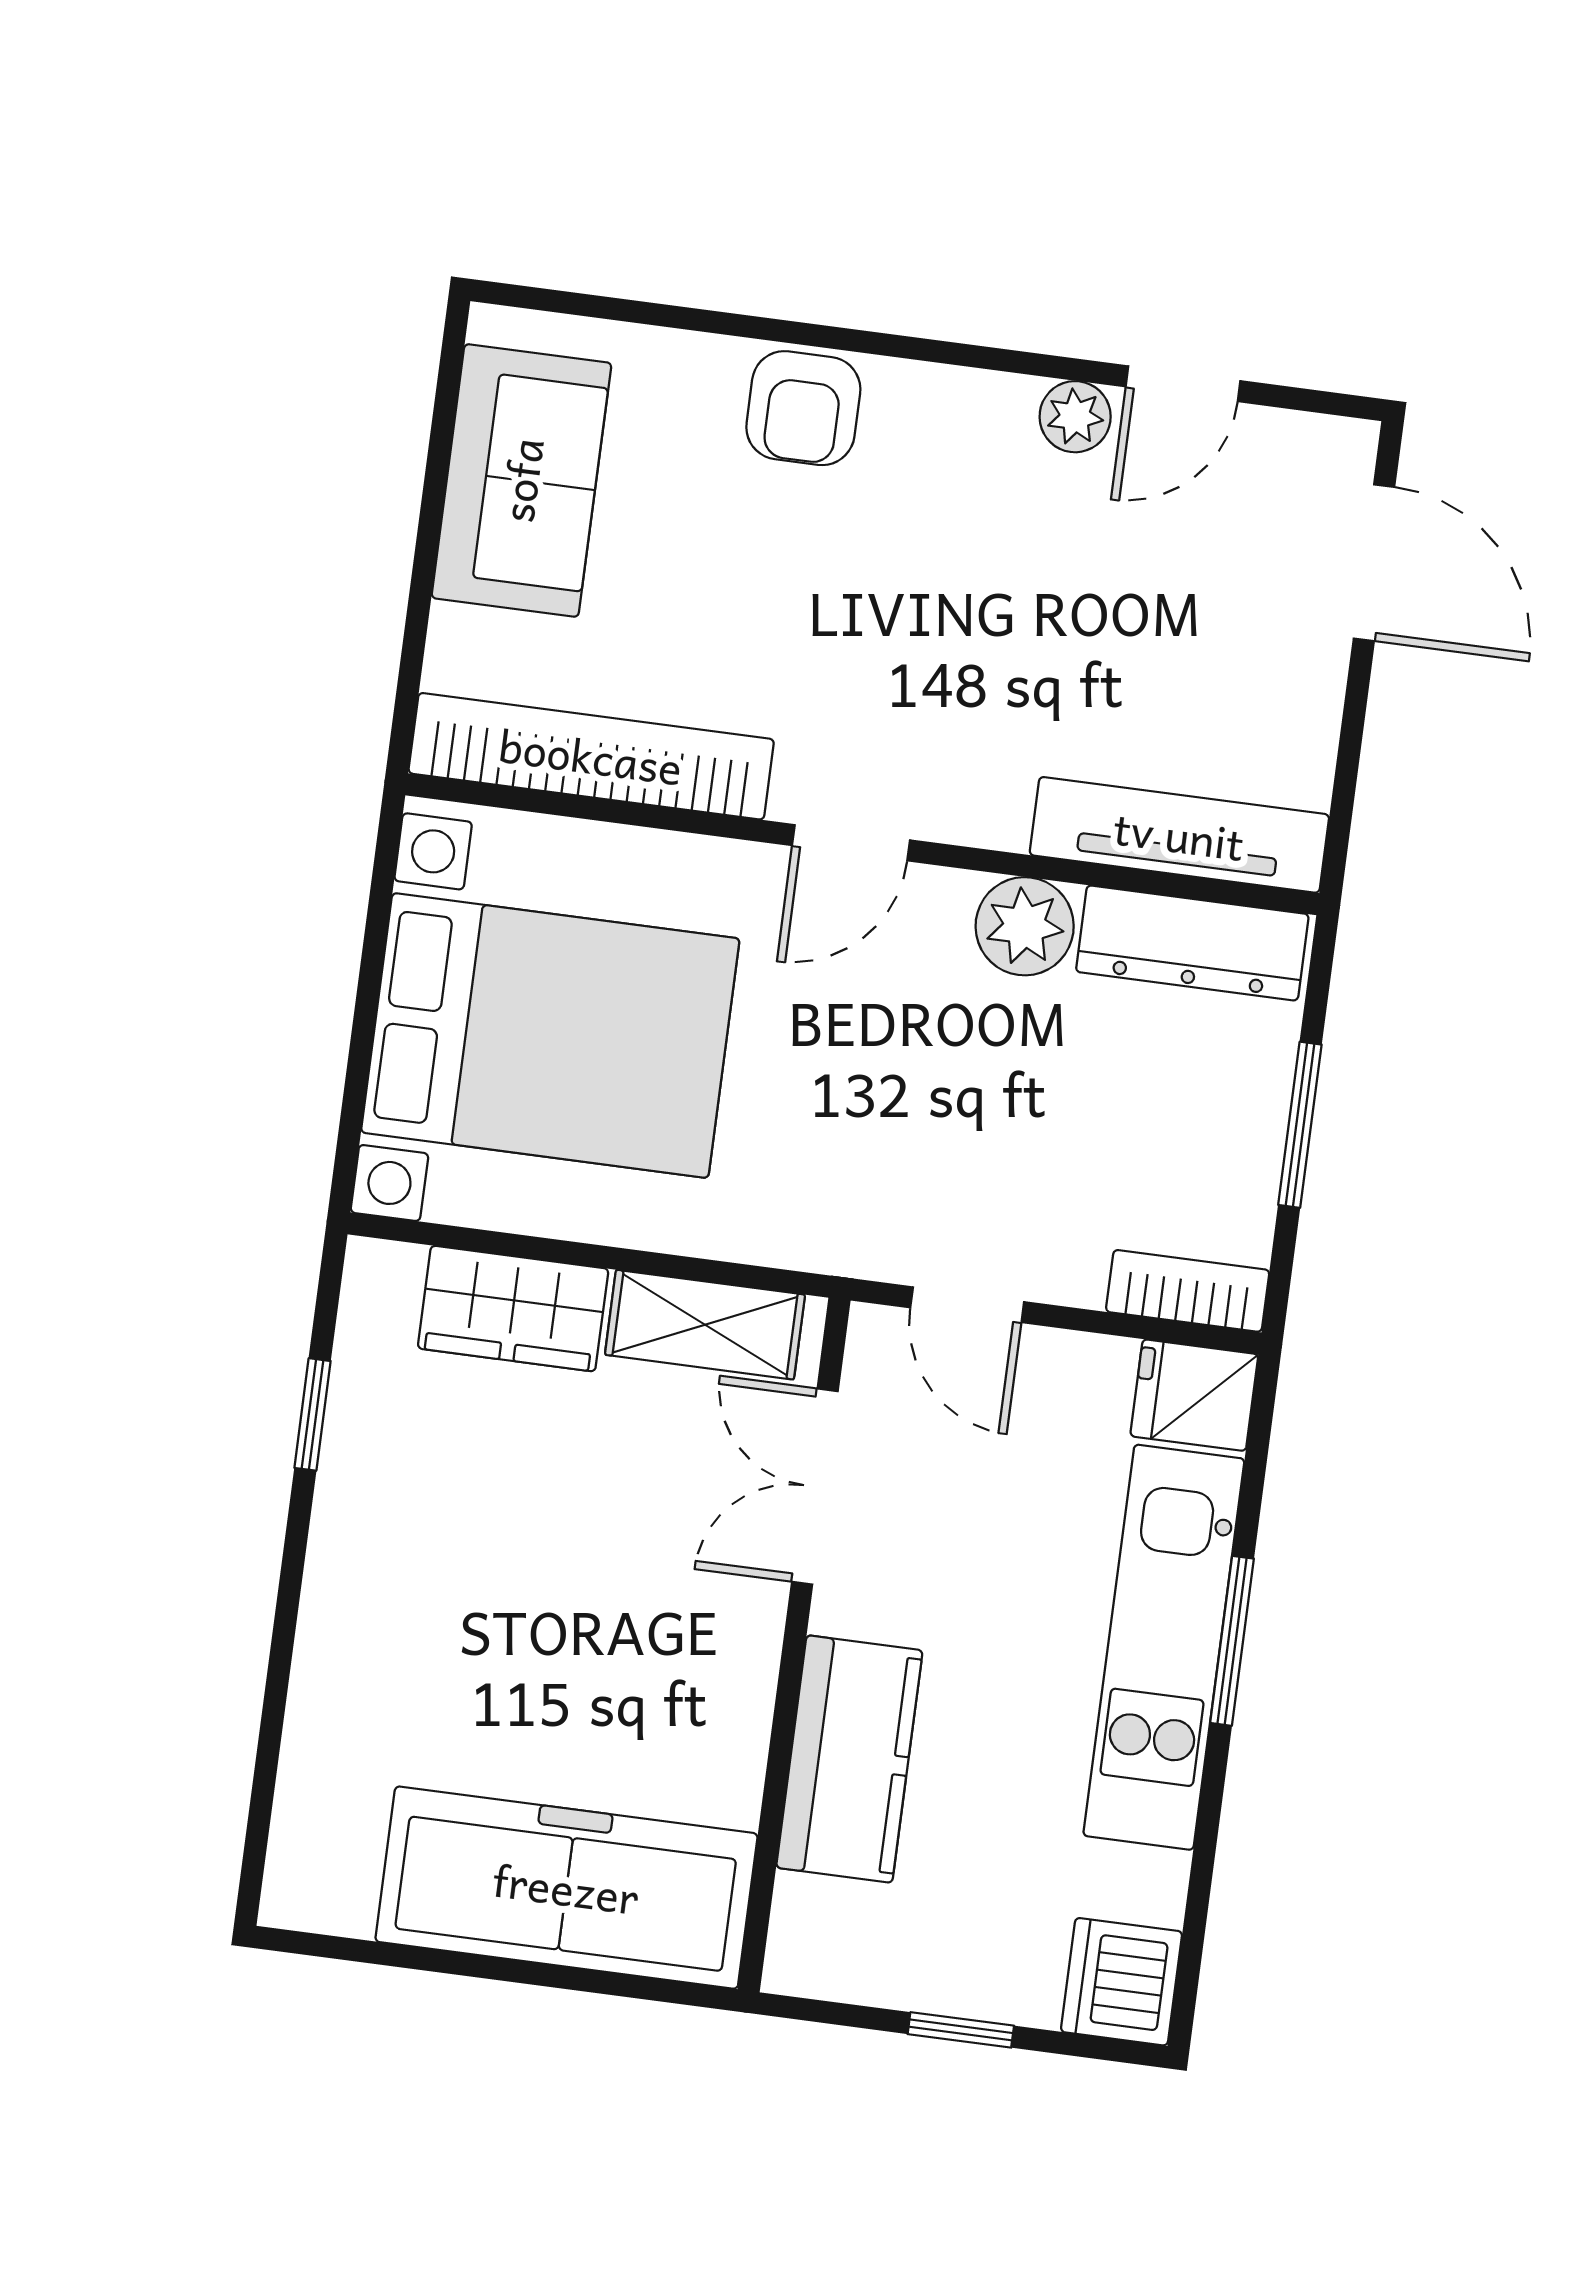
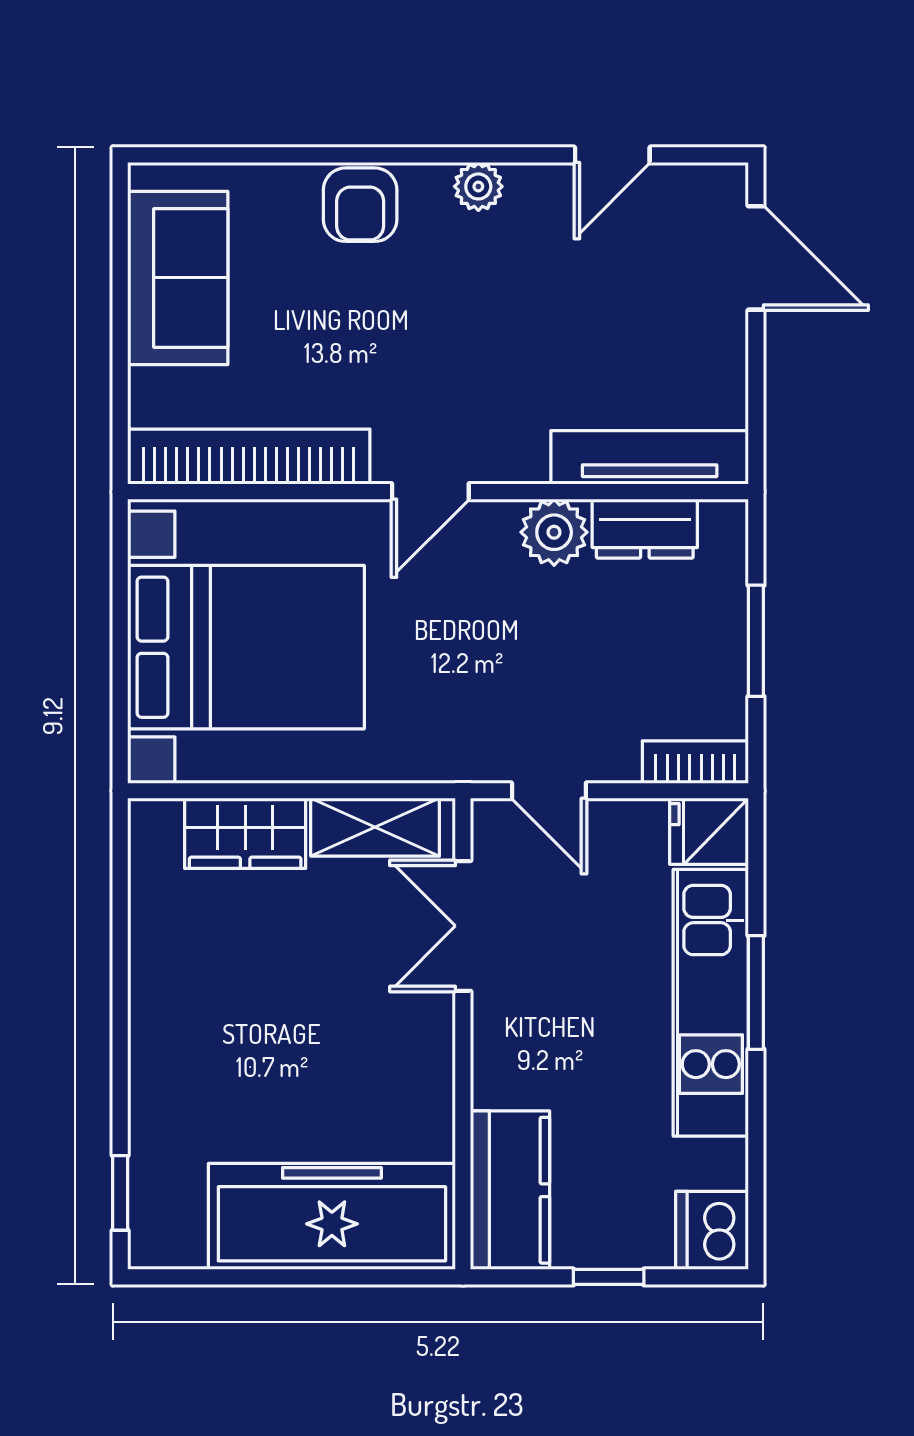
plant: (1075, 417) -> (478, 186), moved
dresser: (1192, 943) -> (645, 529), width x0.70
window: (312, 1414) -> (120, 1193), moved
kitchen counter: (849, 1759) -> (510, 1190), moved

